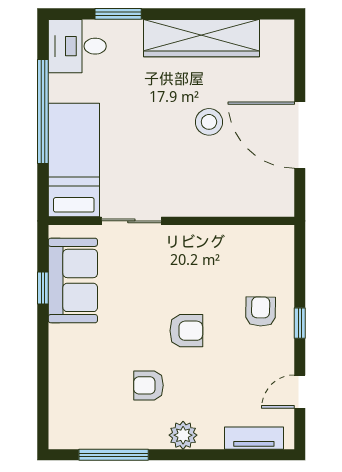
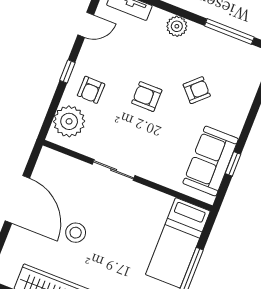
sliding door: (131, 221) -> (114, 170), moved
plant: (273, 260) -> (69, 121), added
armchair: (149, 385) -> (197, 90), moved, turned -43

